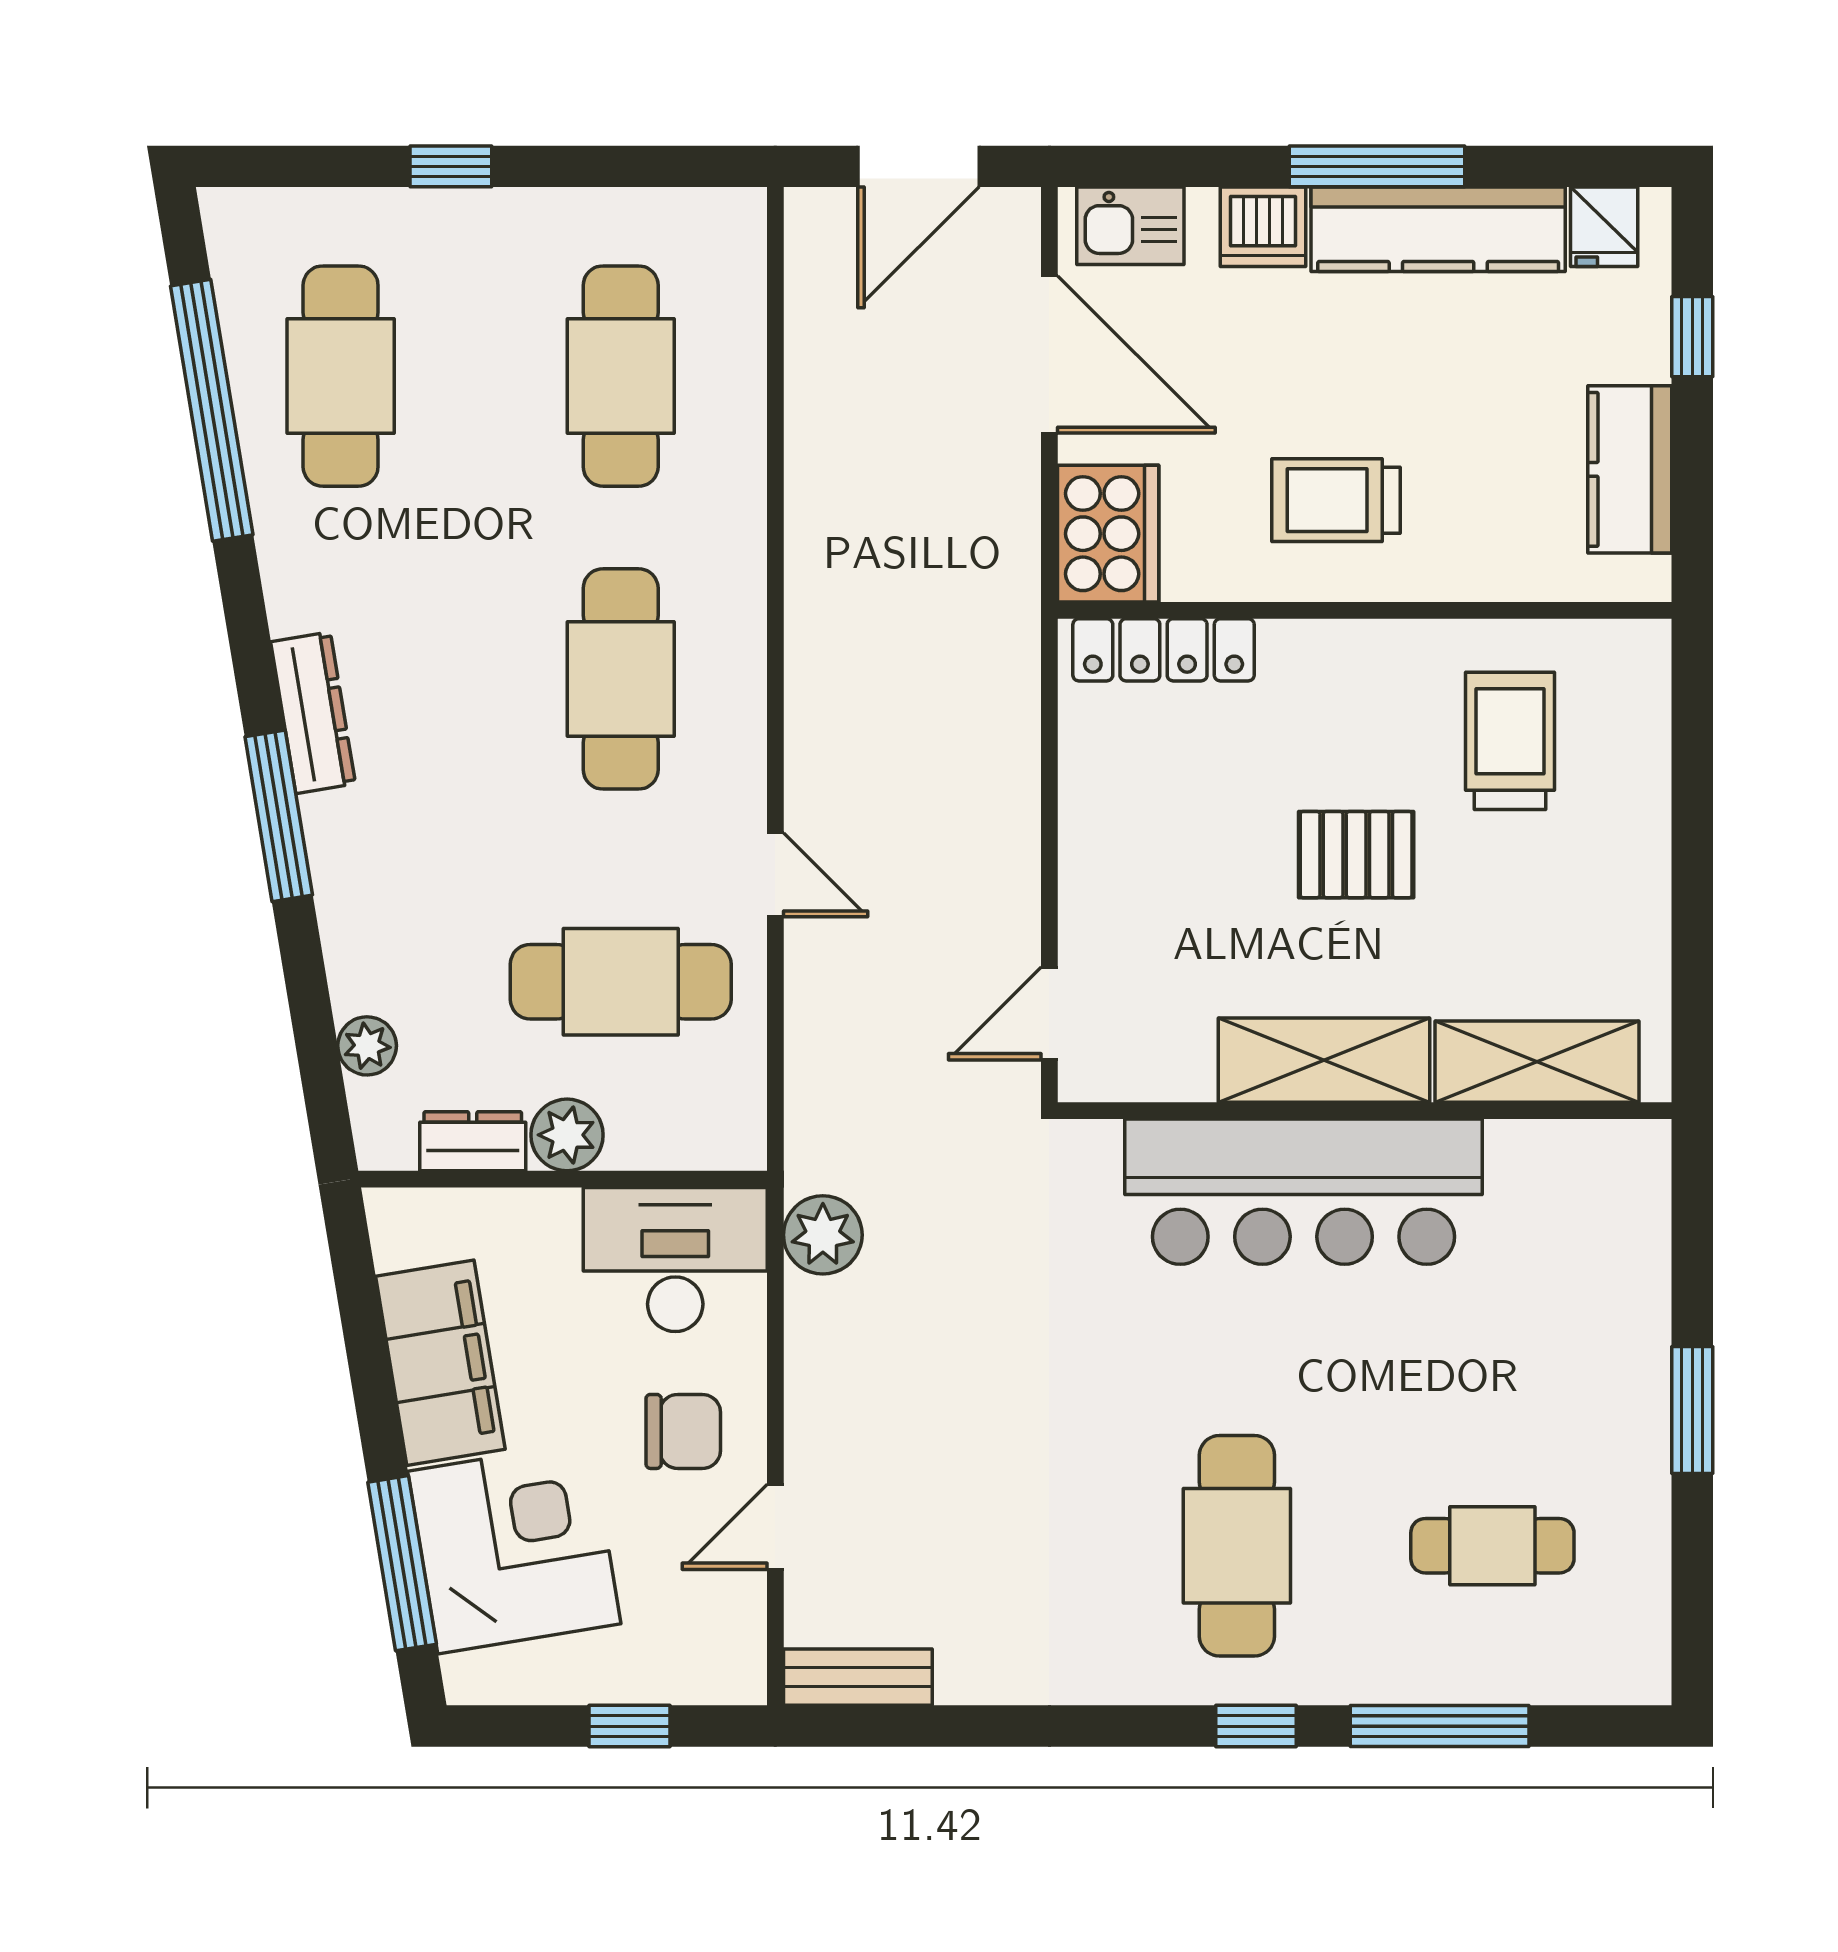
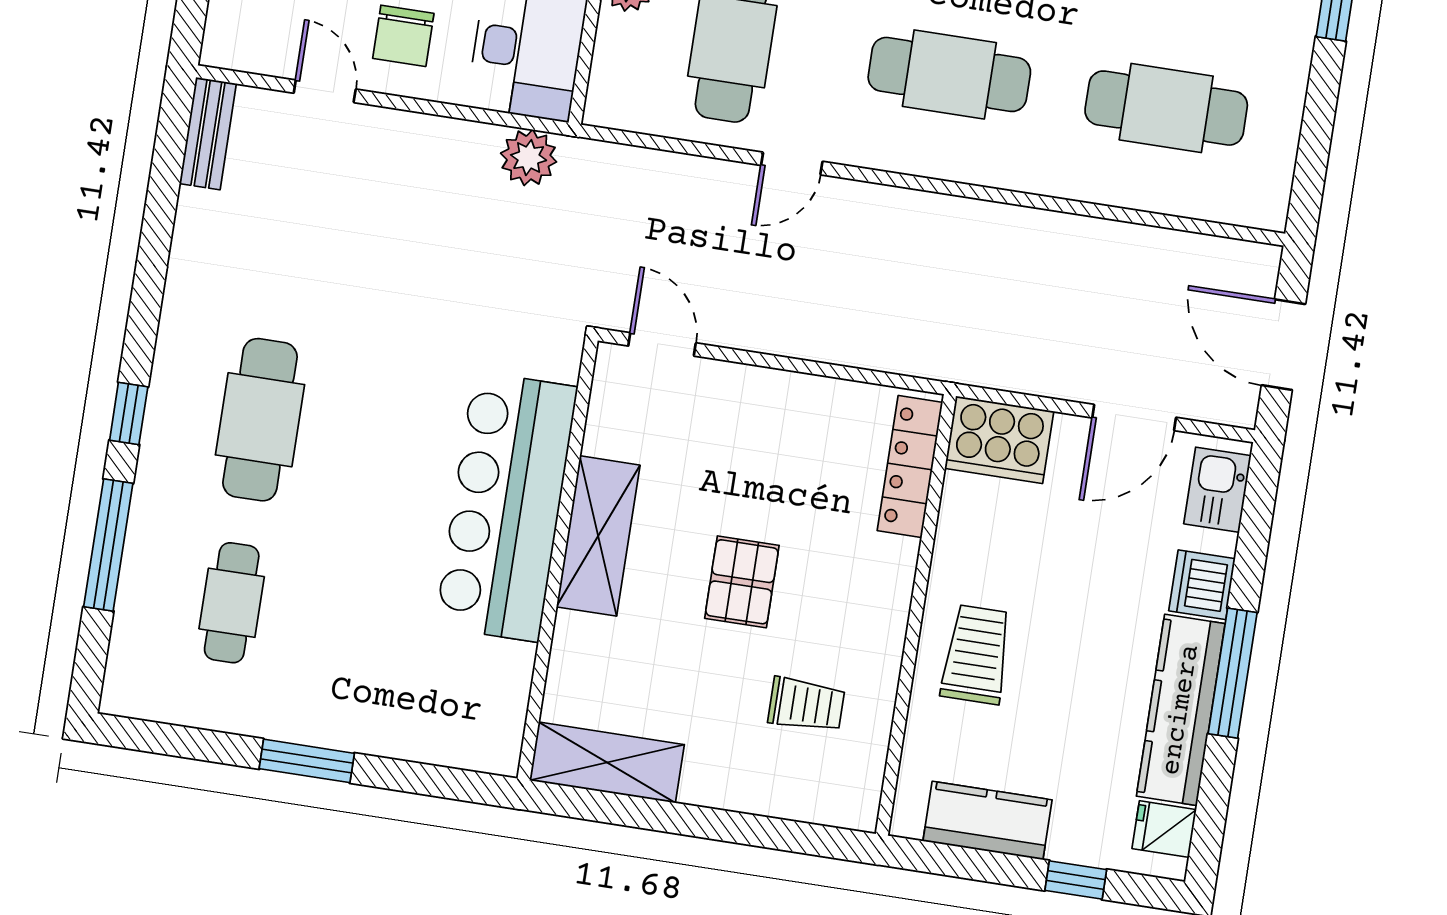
door: (1049, 354) -> (1134, 418), width x0.73
trolley: (1336, 500) -> (976, 655), moved
trolley: (1510, 741) -> (806, 705), width x0.73, depth x0.72
shelving: (1537, 1062) -> (607, 762), moved, turned 90
cafe table: (1237, 1546) -> (260, 420), turned 90

